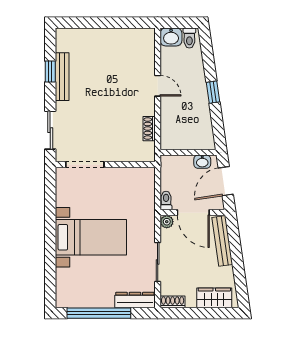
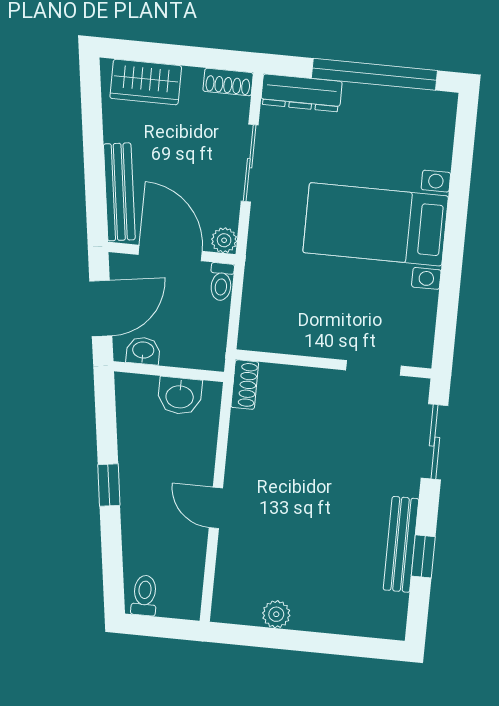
plant: (122, 35) -> (276, 614), added
washbasin: (171, 37) -> (180, 396), moved, turned 180
shoe rack: (149, 129) -> (245, 385), moved
doorway: (85, 164) -> (373, 368), width x0.73

